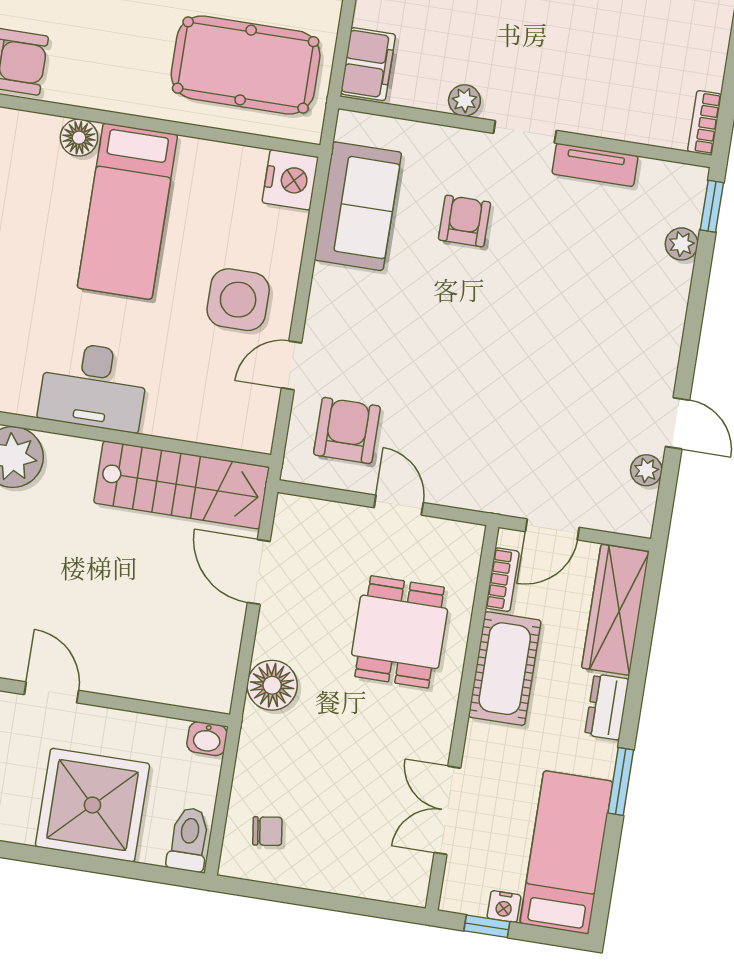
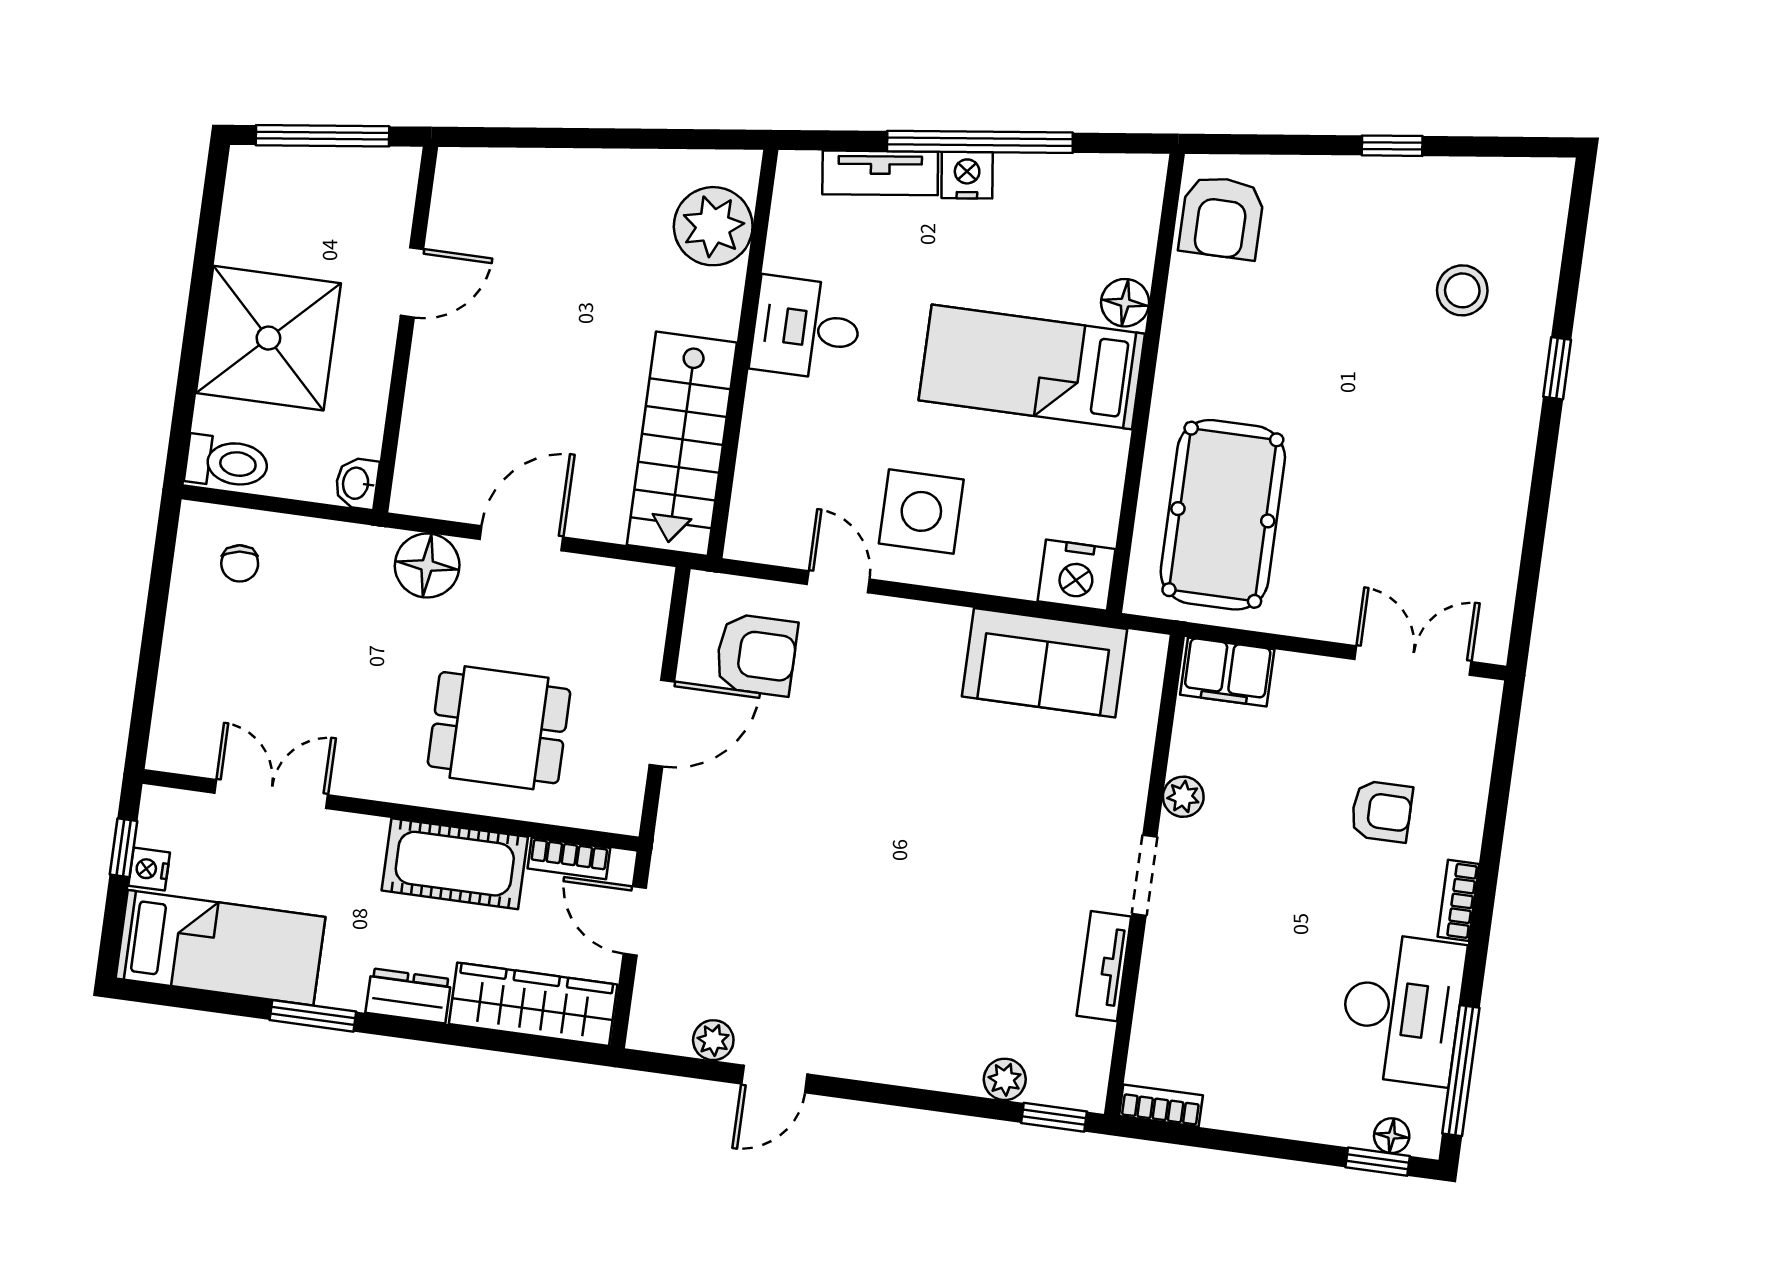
armchair: (464, 221) -> (1028, 800), removed
desk: (94, 386) -> (806, 328), width x0.73
door: (399, 505) -> (662, 723), width x1.38
door: (259, 572) -> (521, 538), moved

